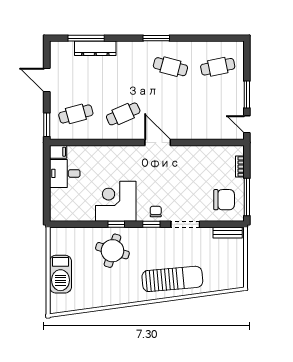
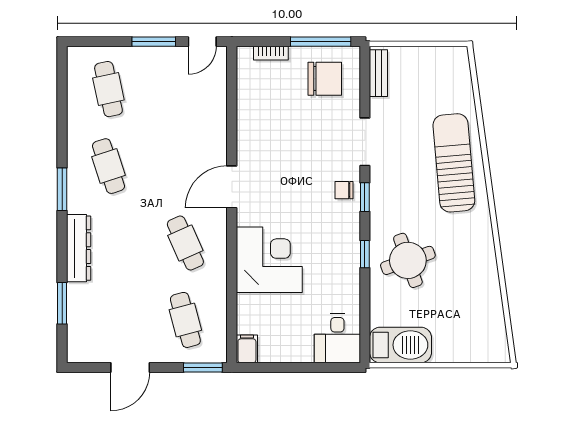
window: (86, 38) -> (62, 303), width x0.69
dresser: (95, 48) -> (79, 248), moved
cafe table: (170, 67) -> (108, 166), turned -33
desk: (65, 173) -> (337, 338), moved
chair: (224, 200) -> (325, 79), turned 90
corner desk: (116, 201) -> (269, 260), moved, turned 180
round table: (112, 251) -> (408, 260), turned -36
barbecue: (60, 274) -> (400, 345), moved

